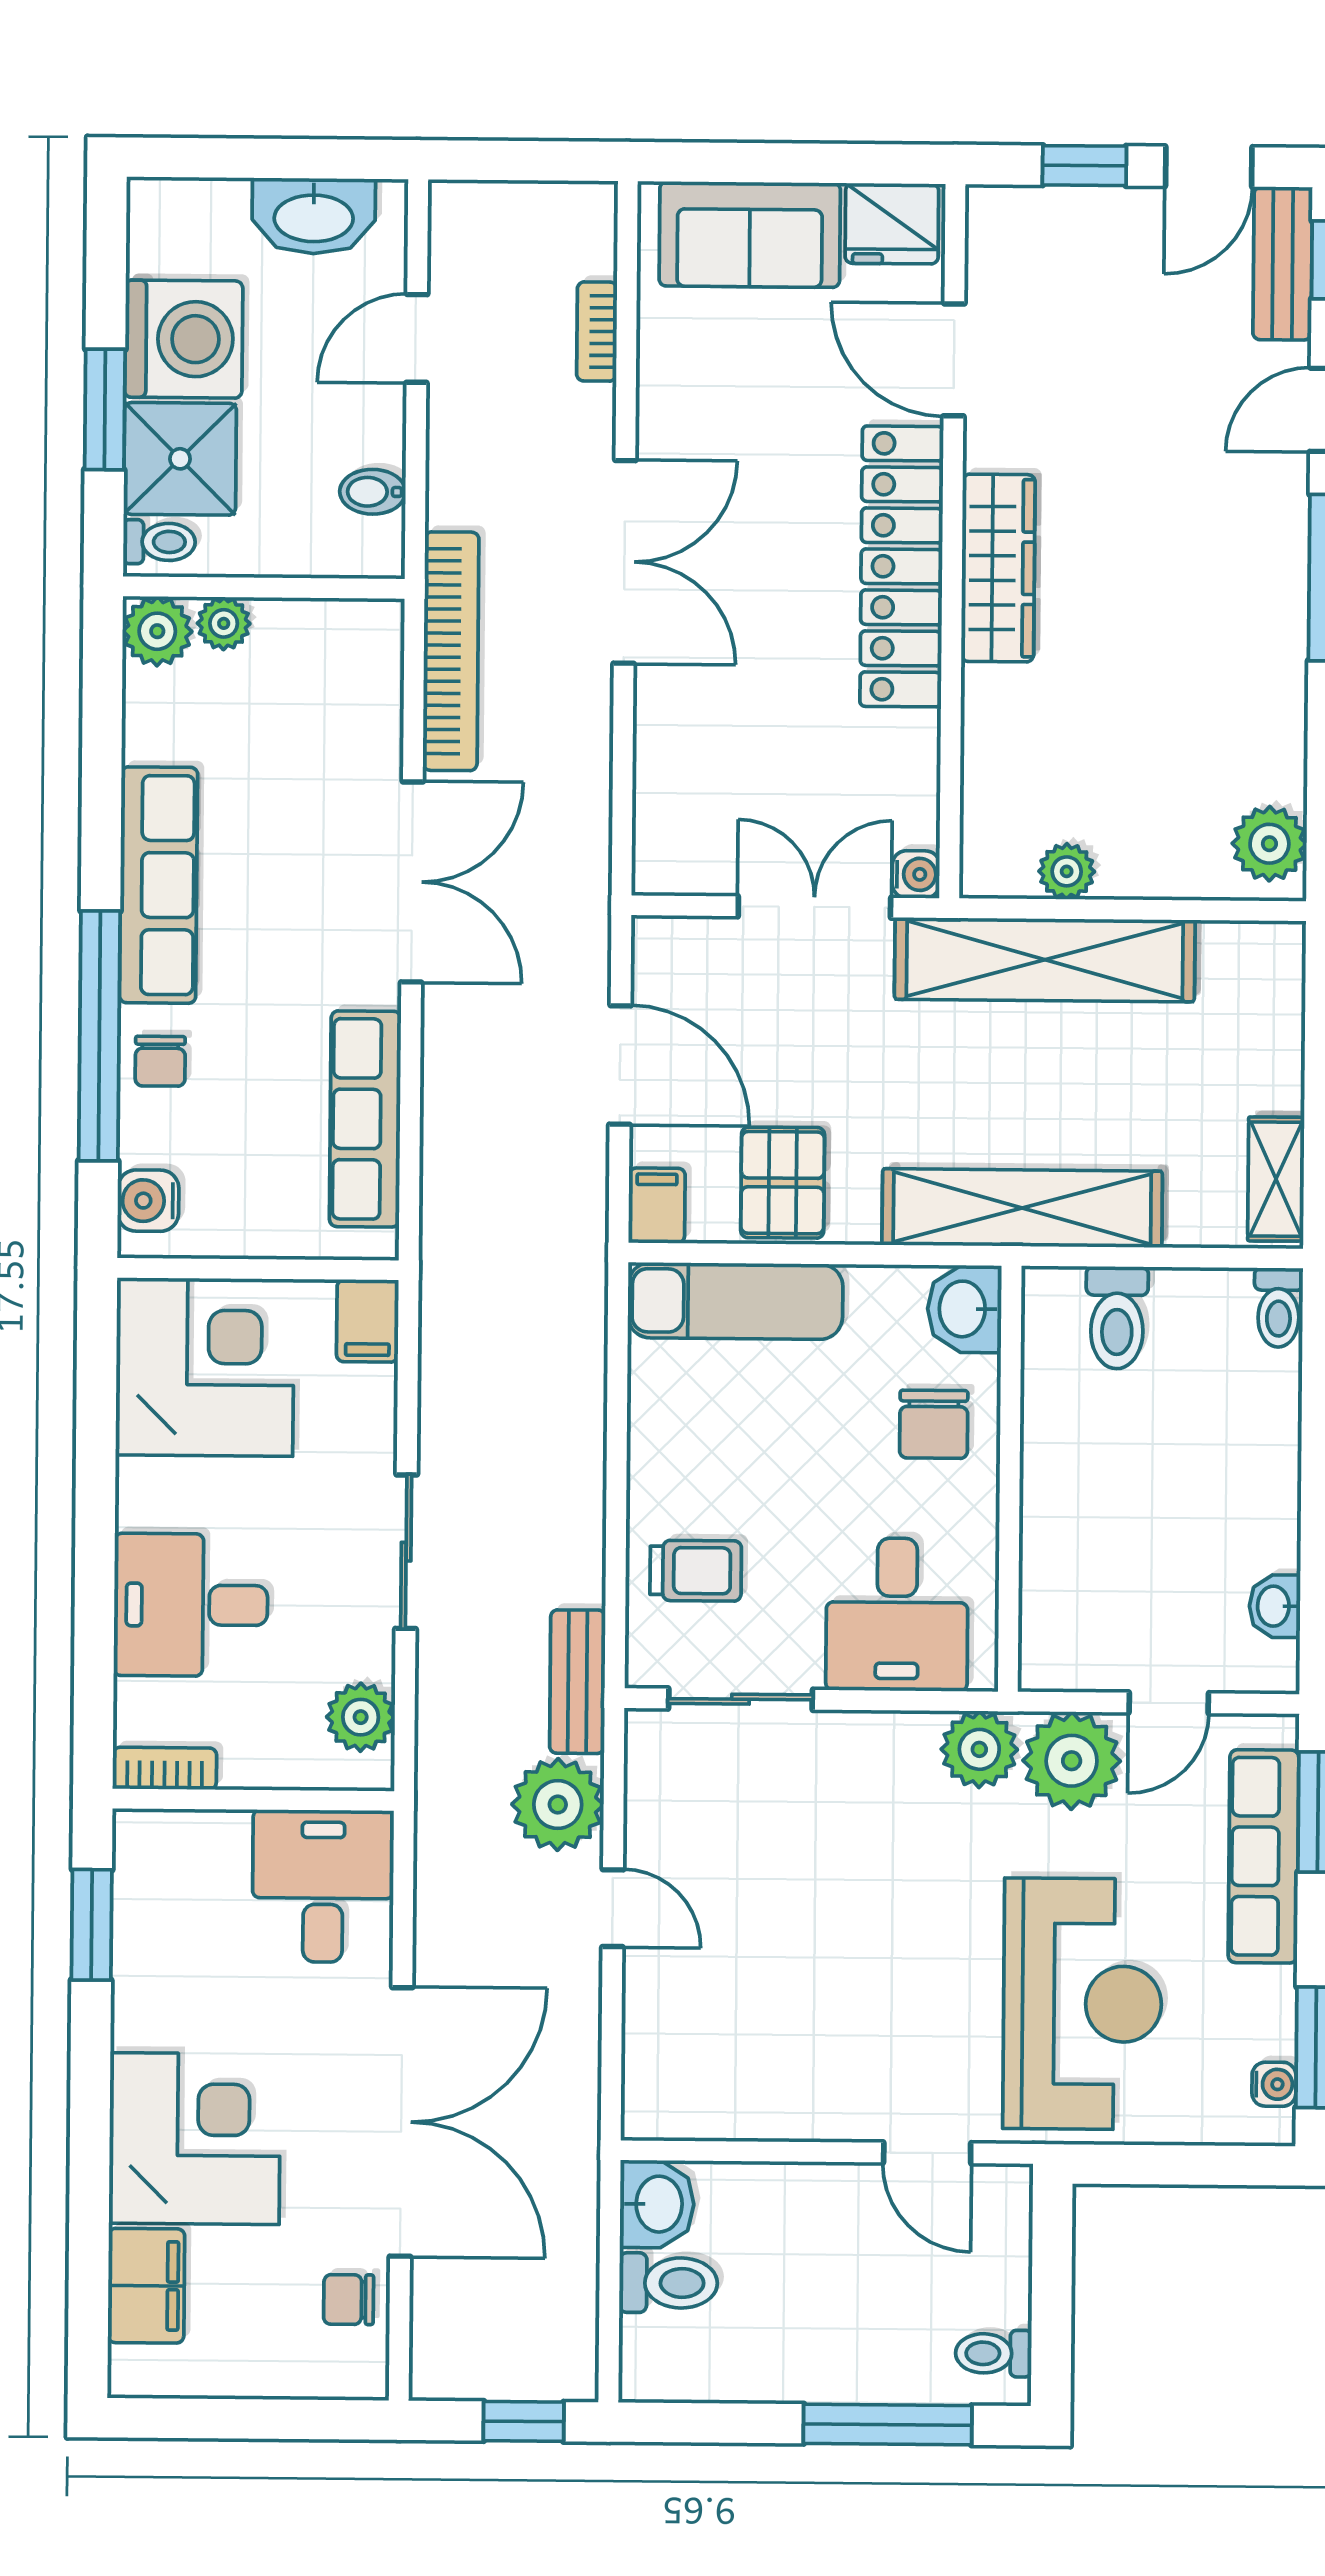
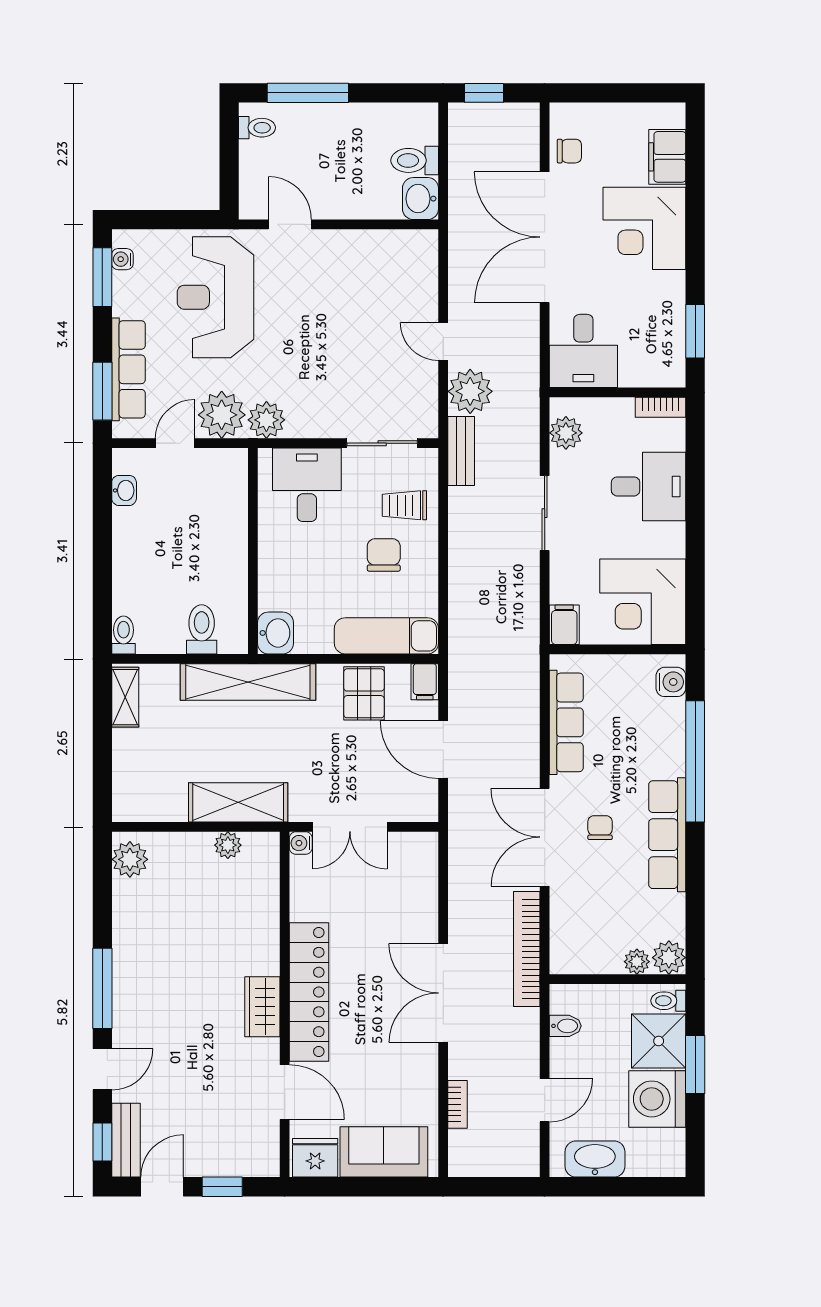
wardrobe: (998, 568) -> (262, 1007), width x0.67
shelving: (1045, 960) -> (238, 802), width x0.68
chair: (160, 1061) -> (600, 828), moved
chair: (934, 1424) -> (384, 555), moved

